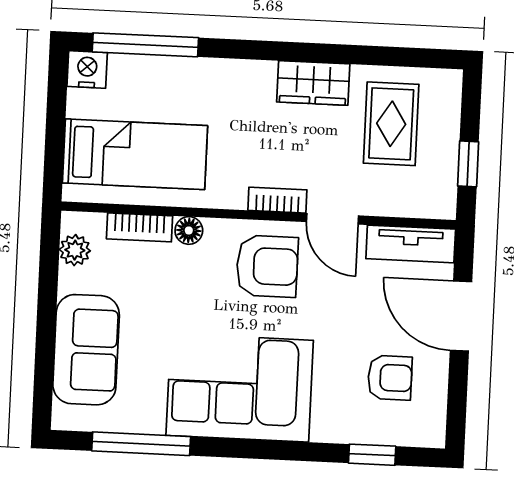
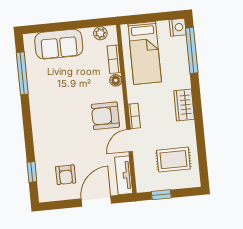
wardrobe: (313, 83) -> (184, 105), moved
armchair: (267, 266) -> (105, 116), turned 90
corner sofa: (240, 388) -> (52, 112), removed

